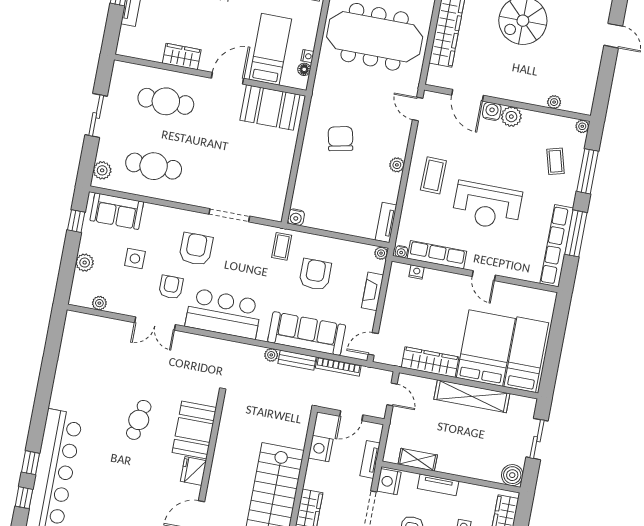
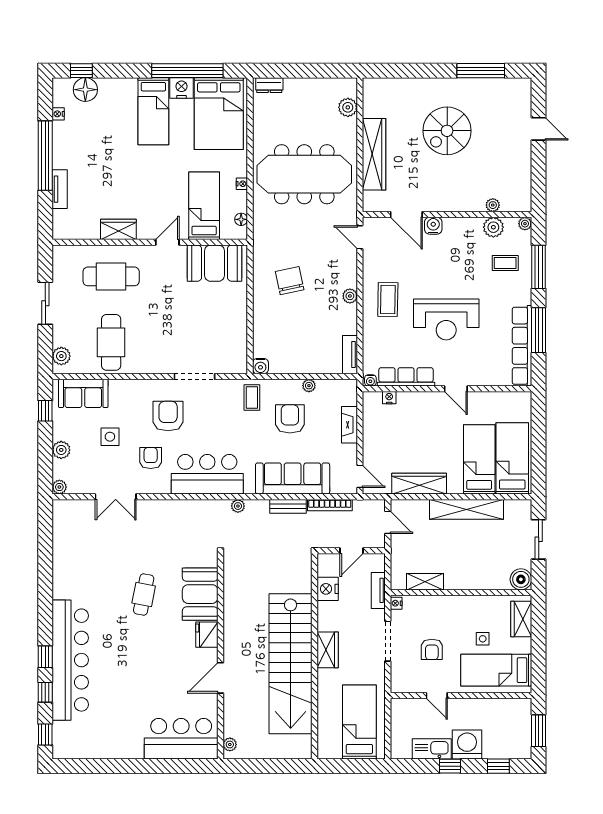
nightstand: (307, 56) -> (242, 184), moved
door: (228, 78) -> (167, 242), width x0.73
plant: (511, 117) -> (493, 227), moved
coffee table: (556, 161) -> (505, 263), turned -75
cafe table: (154, 166) -> (111, 342), turned 90
plant: (381, 253) -> (309, 386), moved
plant: (99, 303) -> (59, 487), moved
double door: (155, 324) -> (116, 497), moved
door: (373, 344) -> (360, 476), swing flipped
bed: (486, 348) -> (479, 459), width x0.67
plant: (271, 355) -> (238, 506), moved
nightstand: (389, 482) -> (396, 603), width x0.53, depth x0.56
tv unit: (438, 485) -> (450, 603), removed

